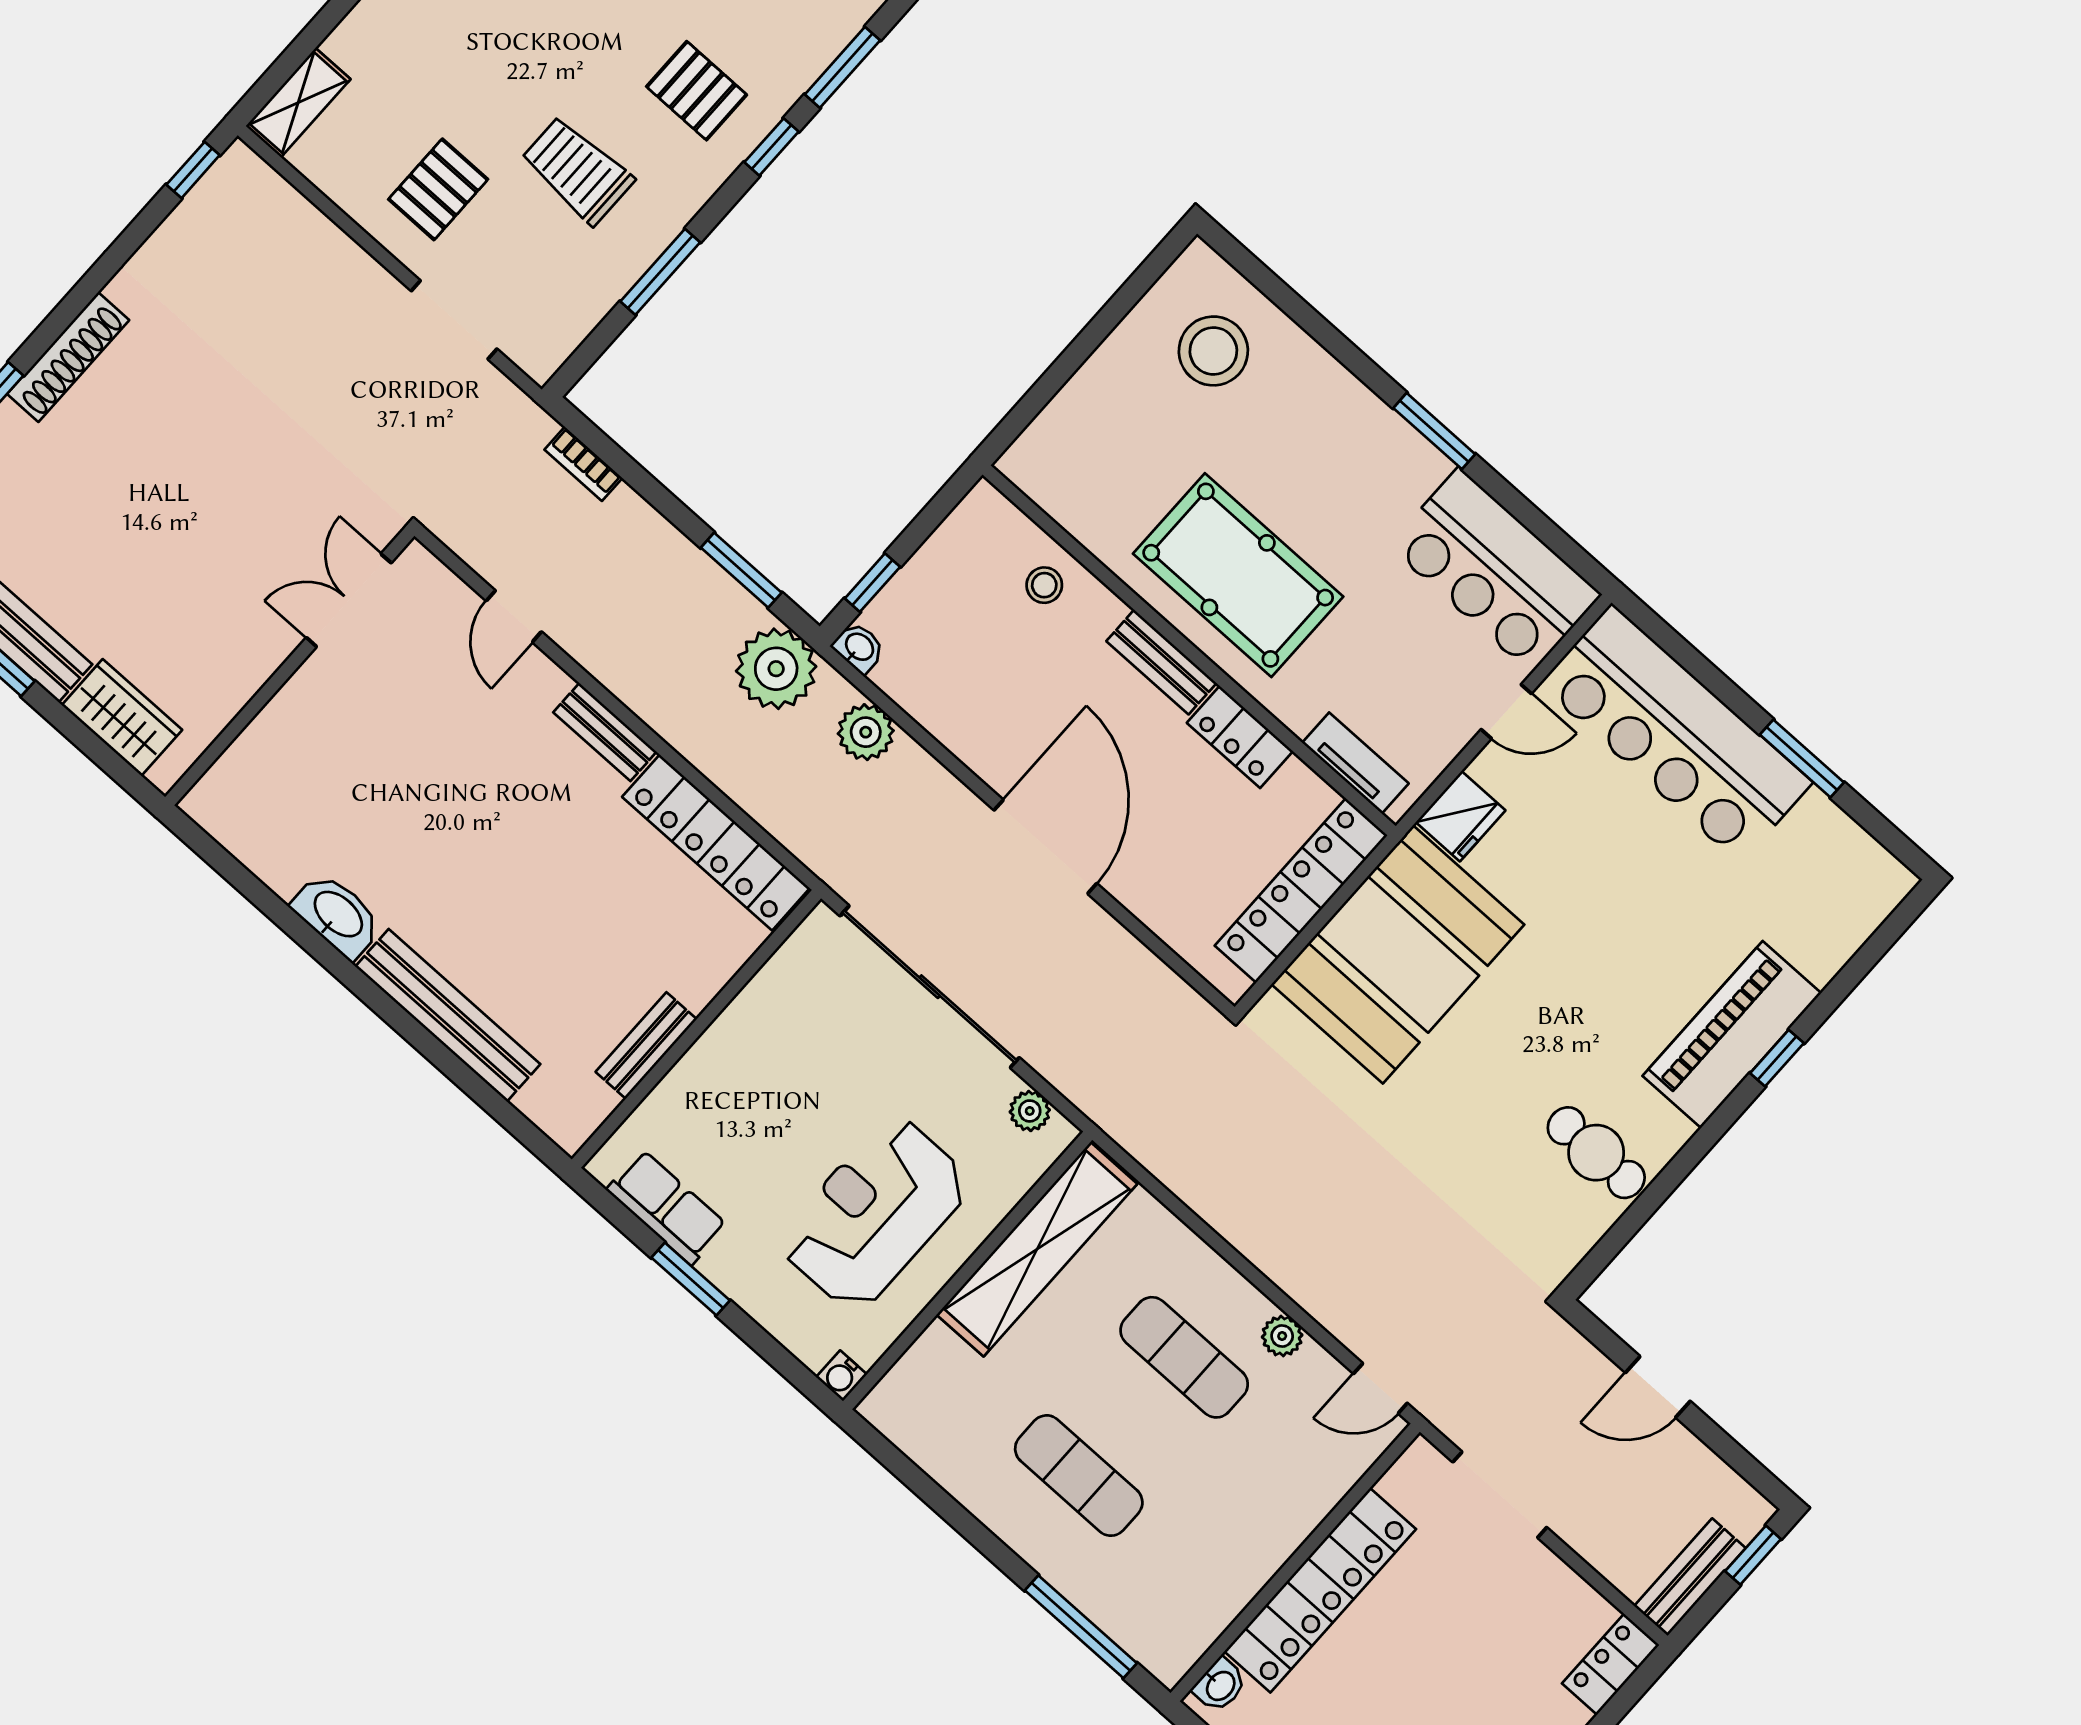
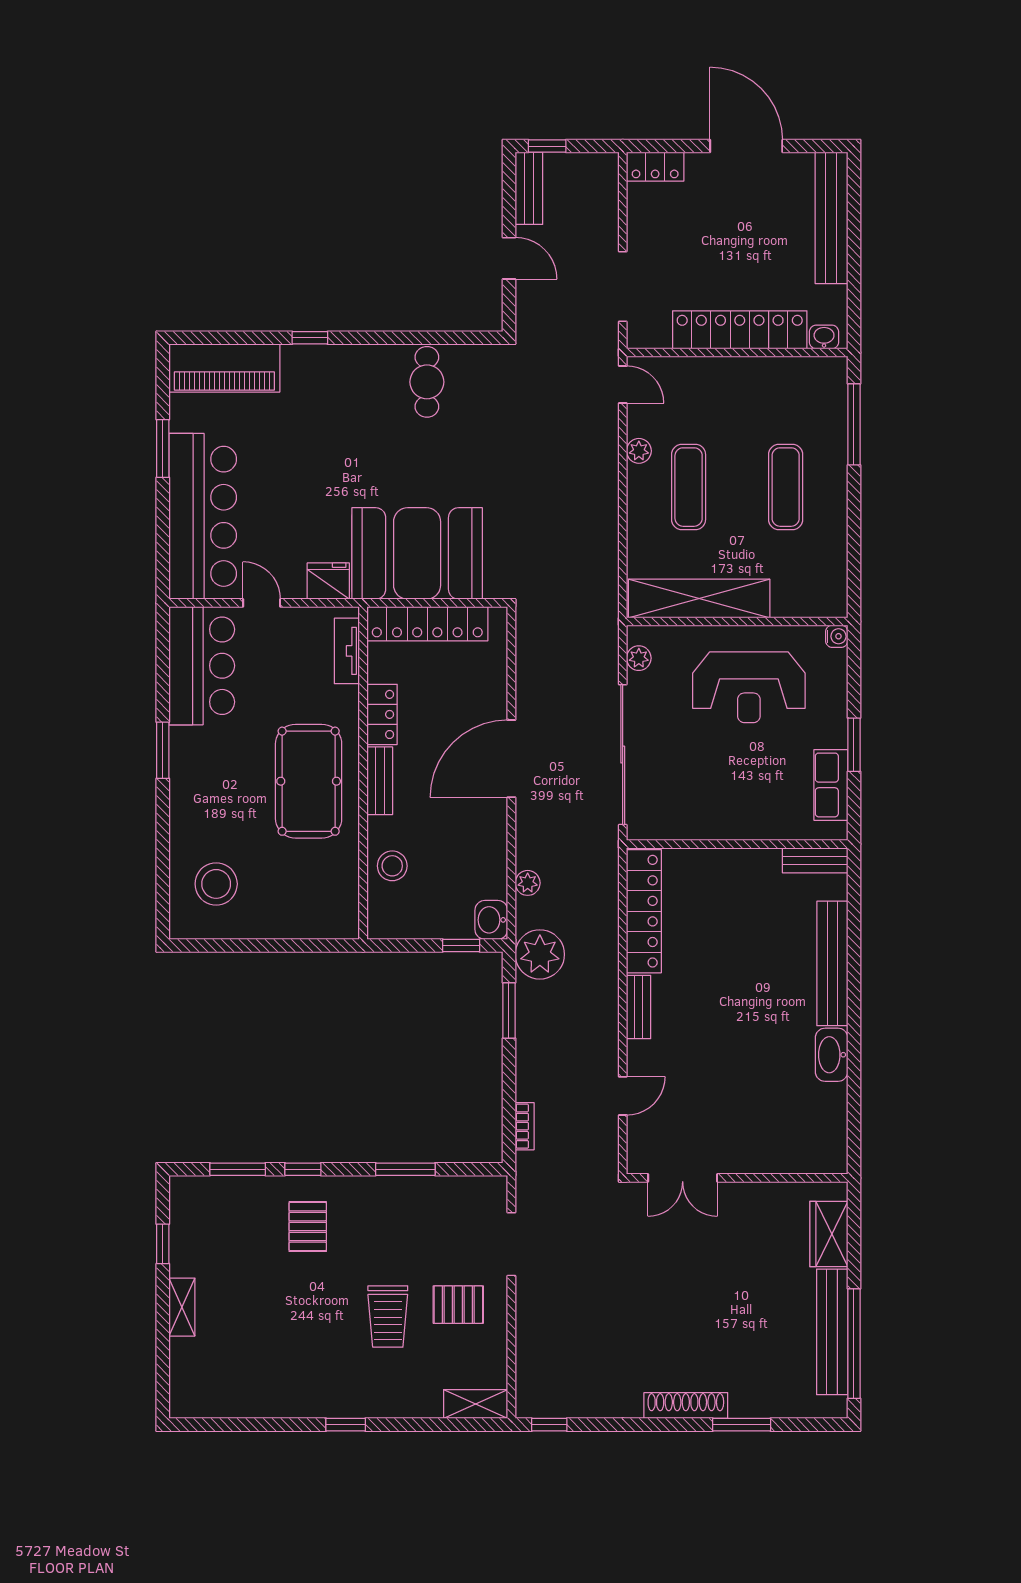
trolley: (577, 170) -> (388, 1316), moved
stool: (1044, 585) -> (392, 866), width x1.37, depth x1.37
washbasin: (859, 648) -> (491, 920), width x1.38, depth x1.45
plant: (866, 732) -> (528, 883), width x0.73, depth x0.73
piano: (1732, 1034) -> (224, 368), moved
bench: (646, 1046) -> (815, 860), moved
bench: (1690, 1577) -> (529, 188), moved, turned 90

